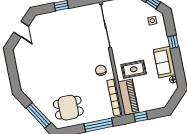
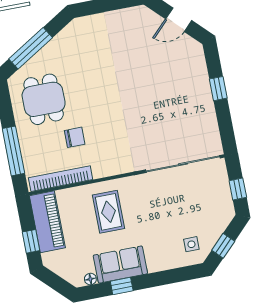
window: (173, 42) -> (122, 286), moved
chair: (101, 70) -> (75, 137), moved
piano: (128, 97) -> (47, 222), moved, turned -90
window: (141, 116) -> (31, 241), moved

